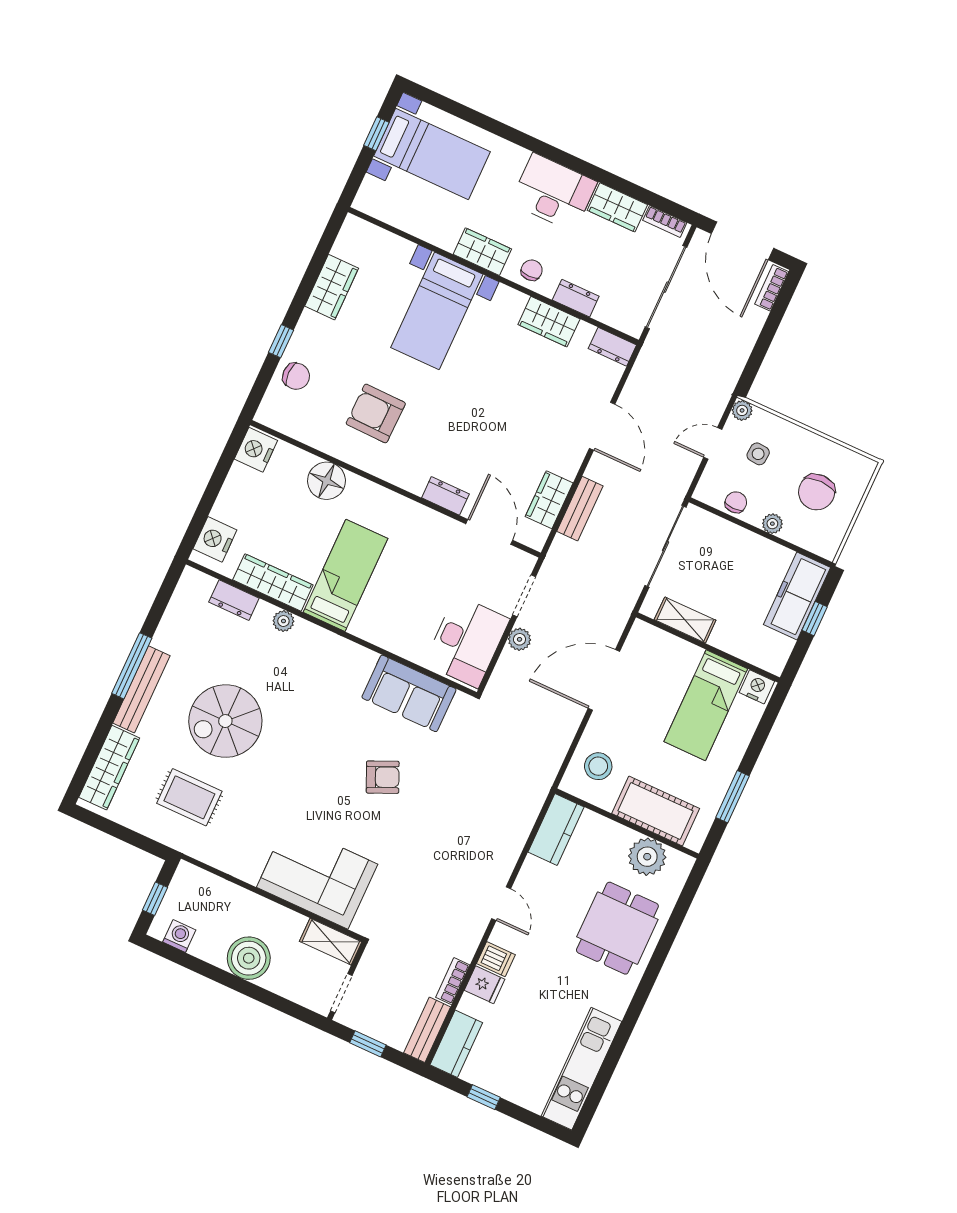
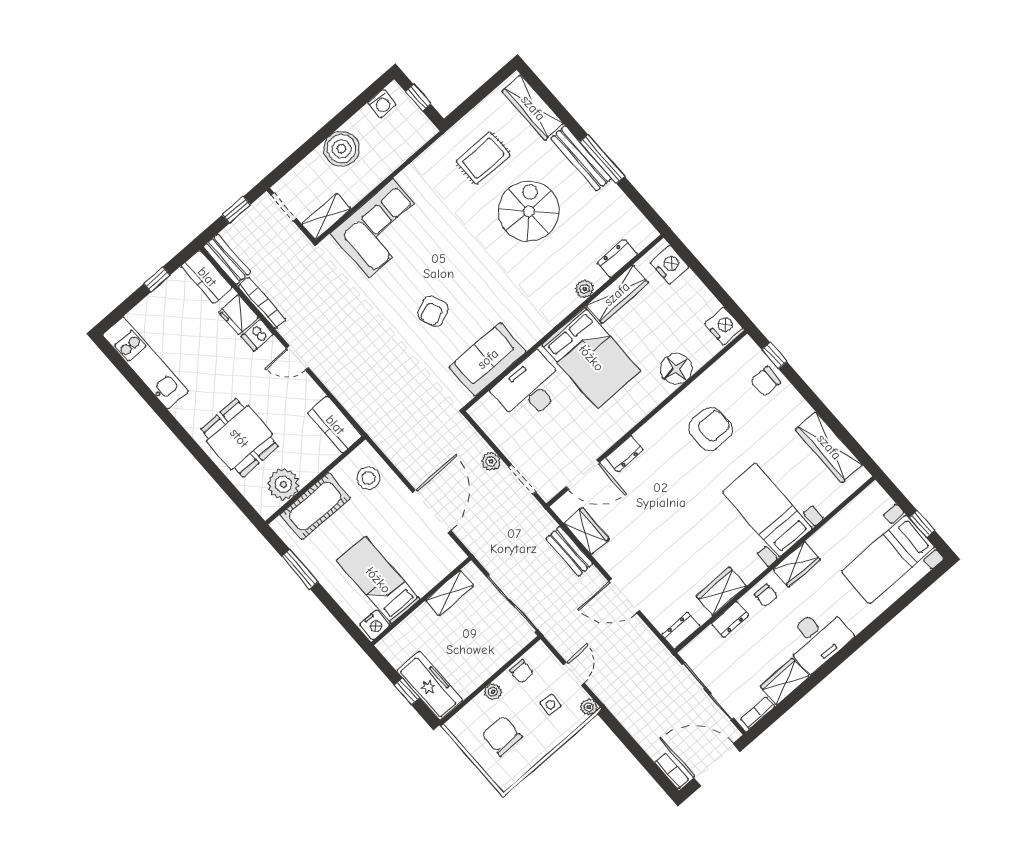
wardrobe: (332, 287) -> (829, 447), width x1.50
window: (281, 341) -> (774, 356), moved
bed: (345, 575) -> (591, 358), width x1.50
desk: (467, 641) -> (530, 388), moved, turned 90
bookcase: (453, 981) -> (262, 303), width x1.56
fridge: (485, 985) -> (239, 315), width x1.38

